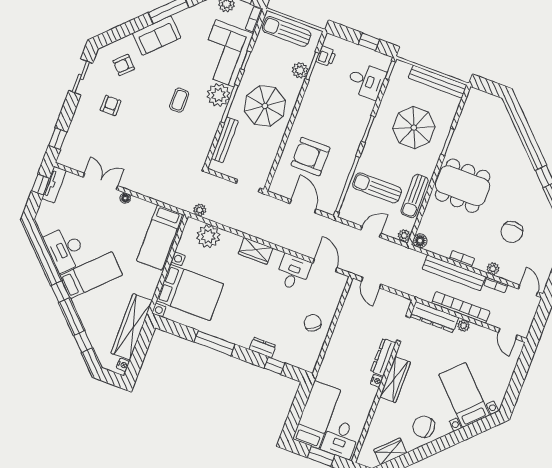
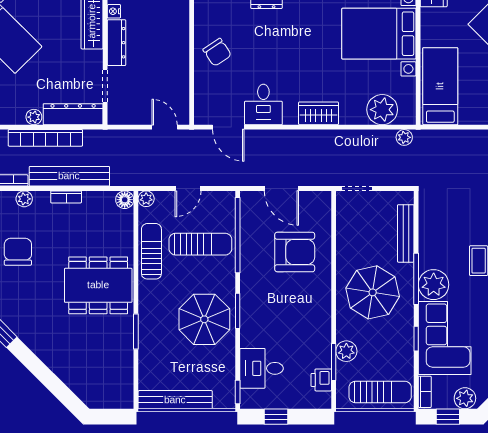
parasol: (414, 128) -> (204, 319), moved

